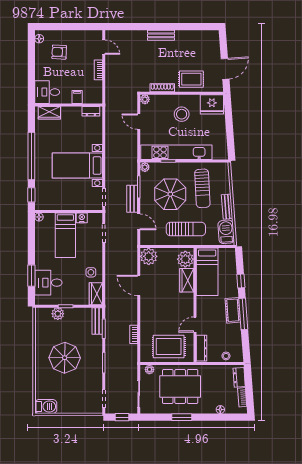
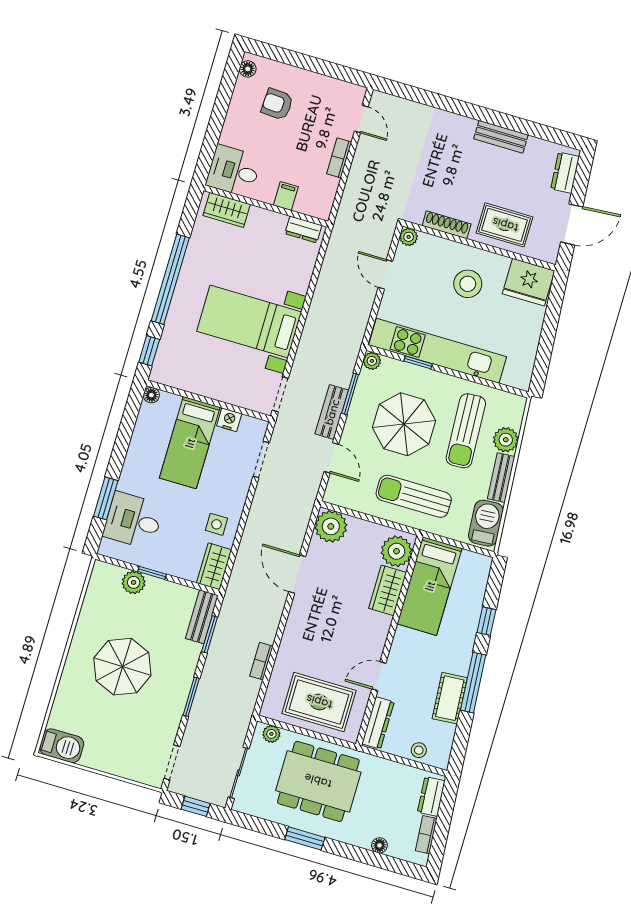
bench: (161, 35) -> (501, 137), moved
dresser: (214, 44) -> (565, 173), added
plant: (224, 187) -> (506, 440), added
sun lounger: (186, 229) -> (414, 496), turned 180
cot: (233, 310) -> (450, 698), moved

